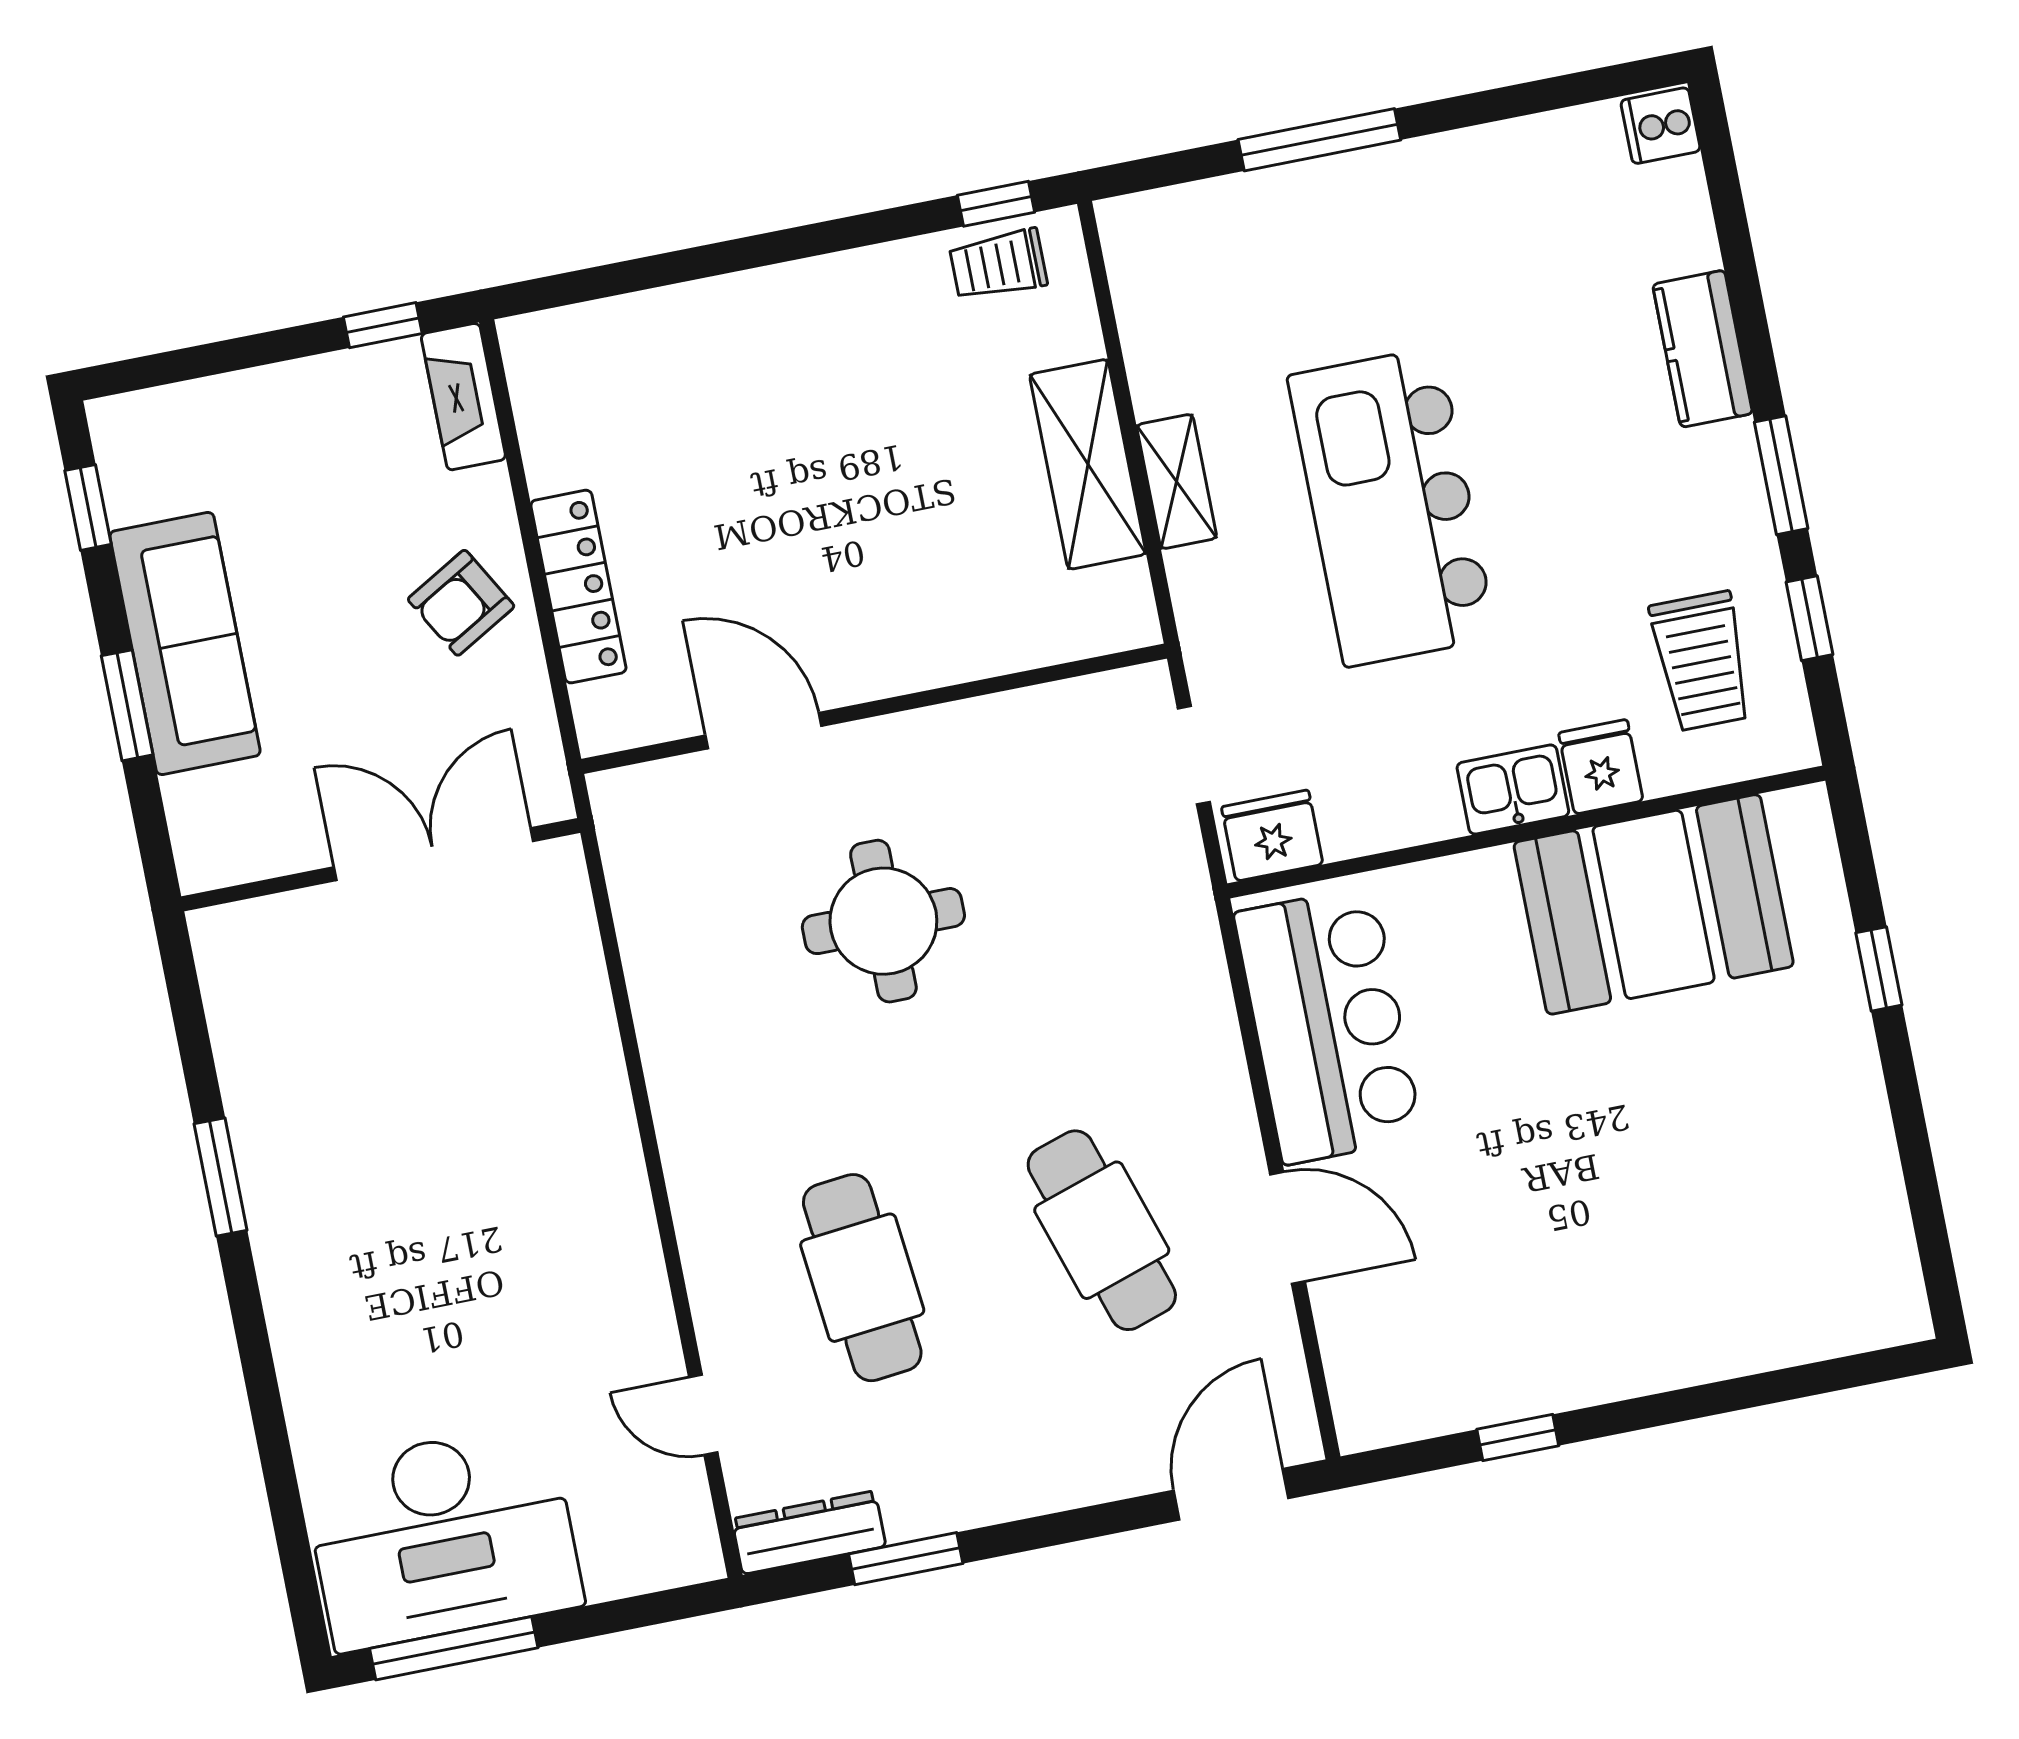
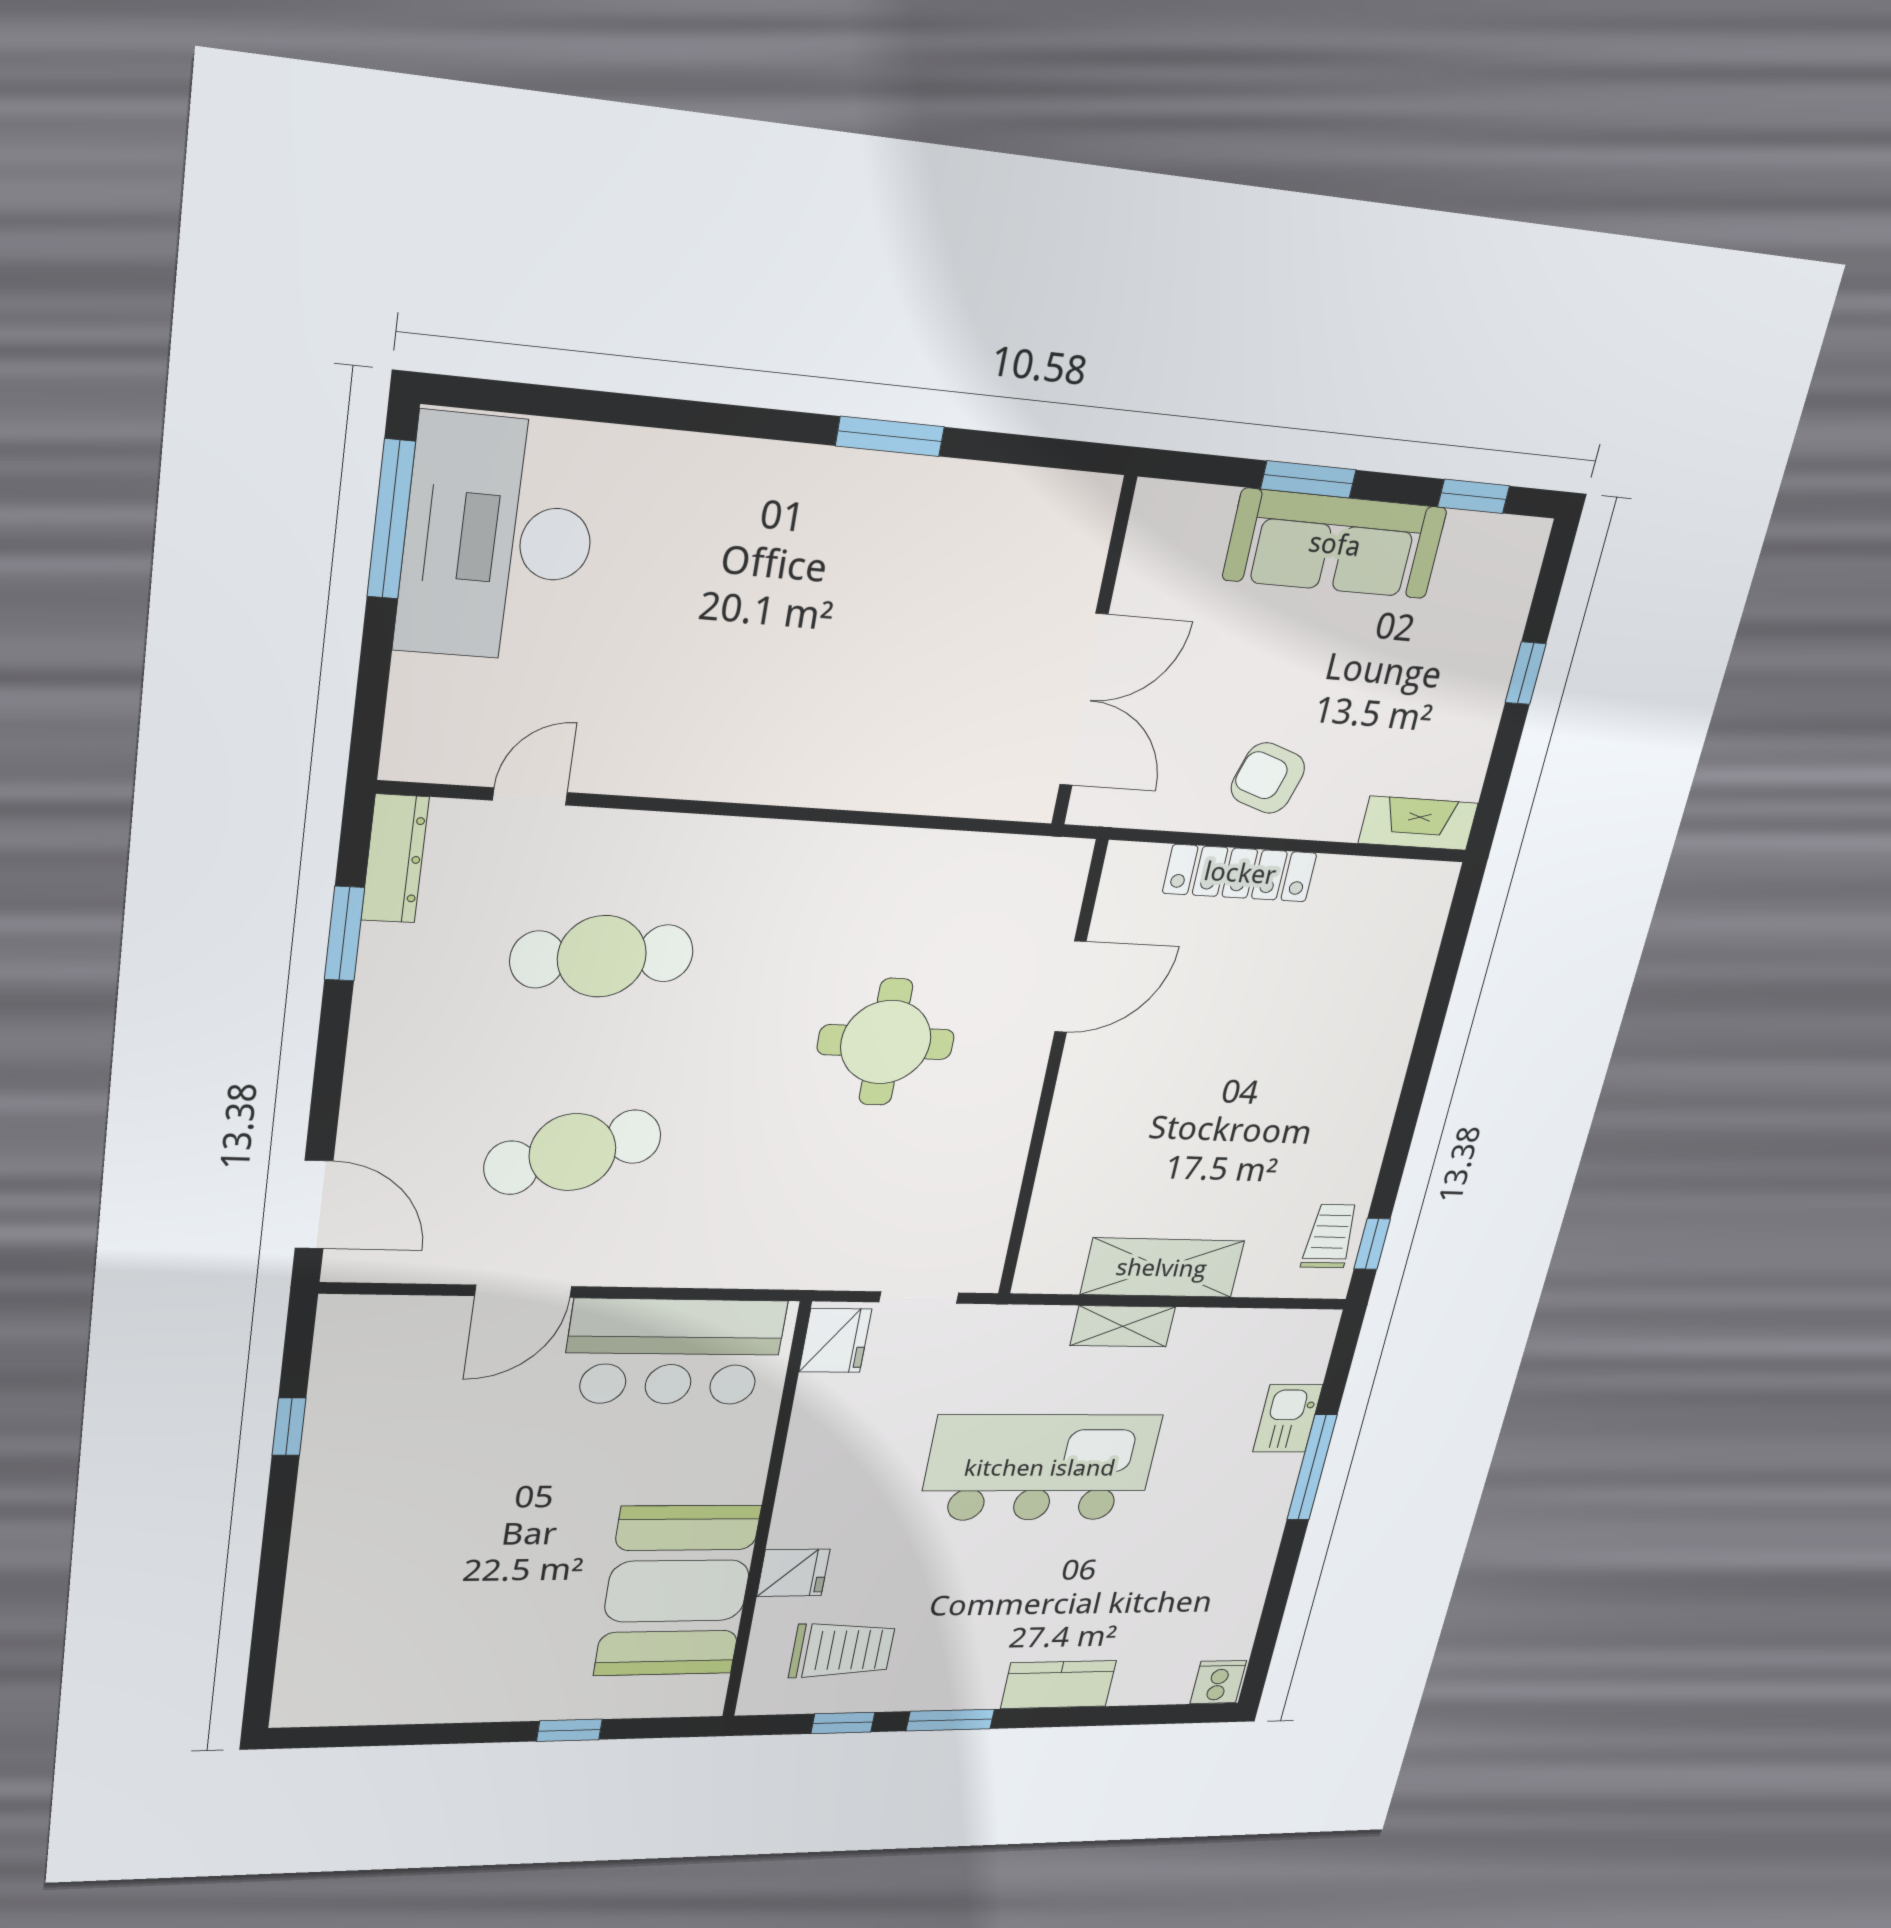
window: (383, 325) -> (1526, 673), moved
armchair: (461, 603) -> (1268, 778), turned -42
trolley: (1701, 661) -> (842, 1650), turned 180
kitchen sink: (1513, 790) -> (1288, 1418), moved, turned 180

